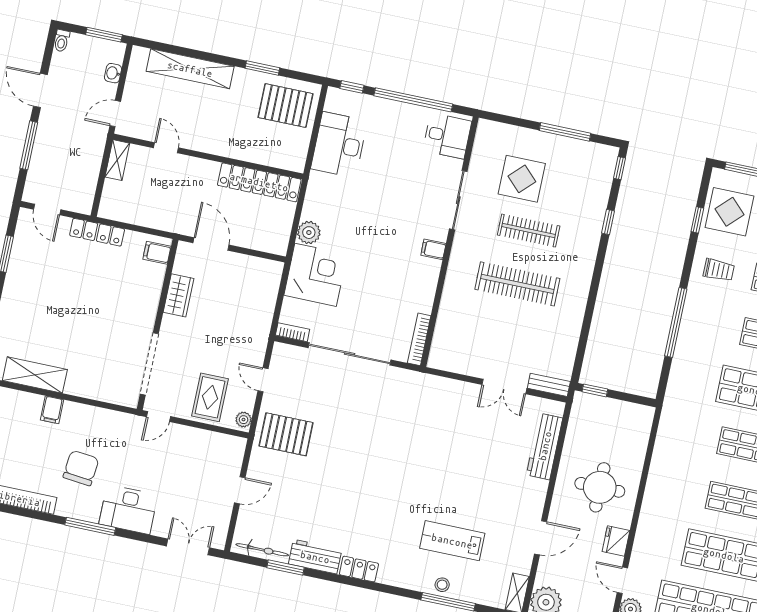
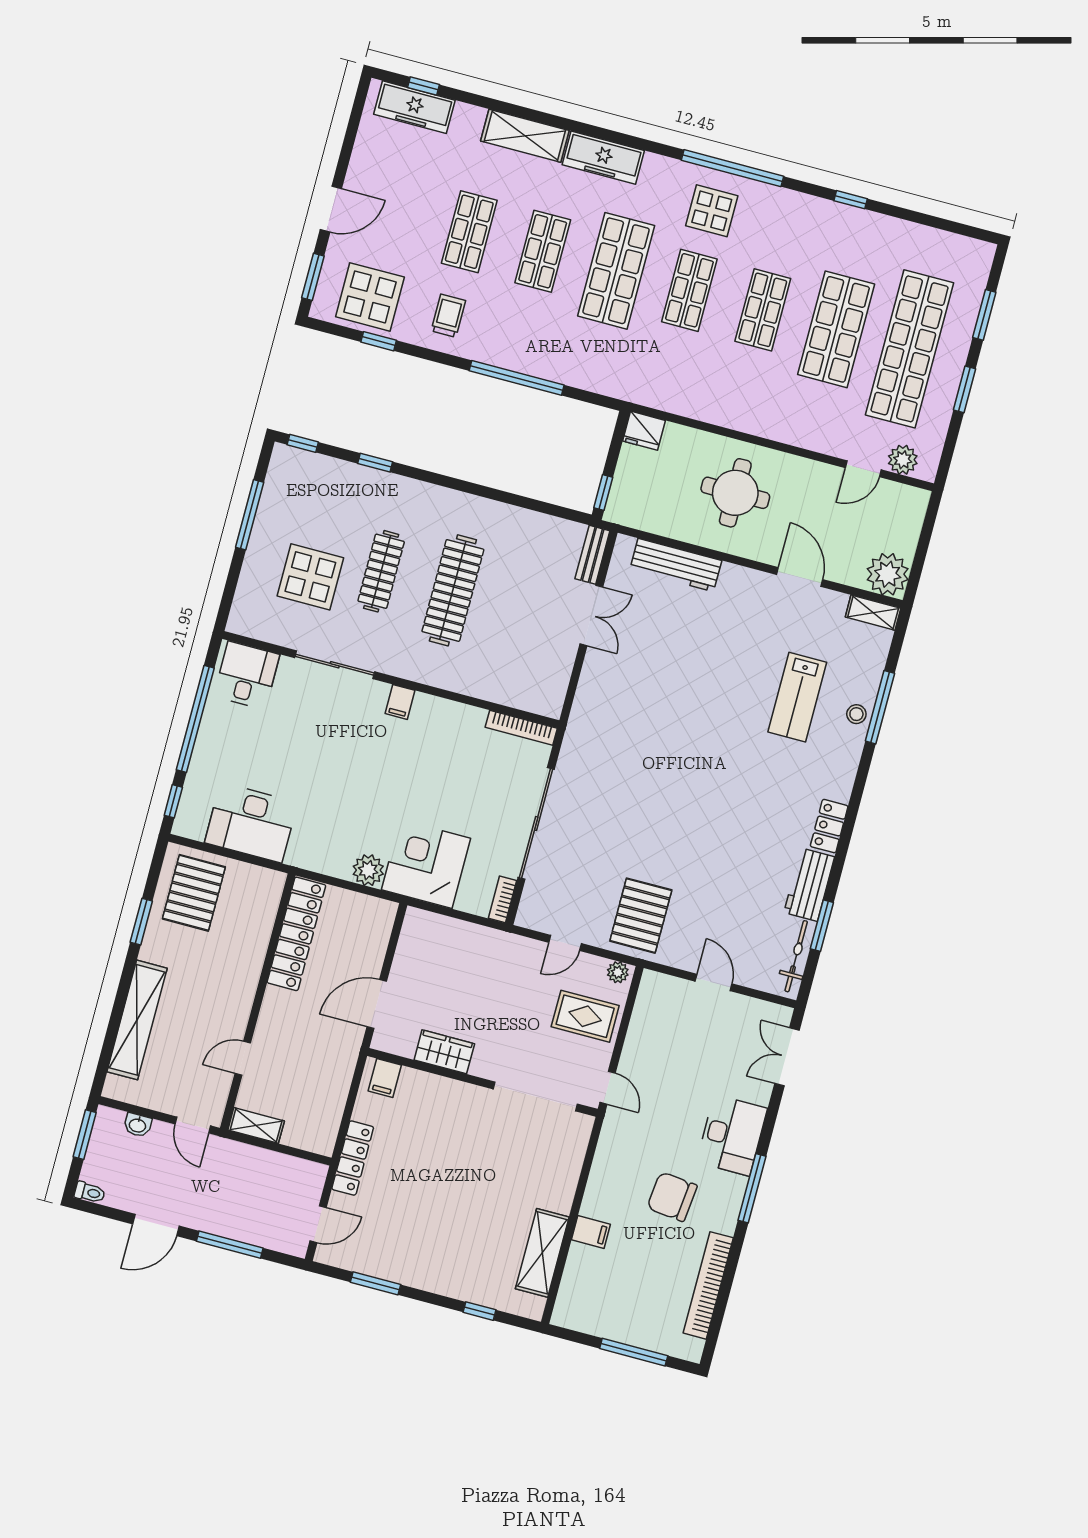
fridge: (616, 541) -> (644, 431), moved

